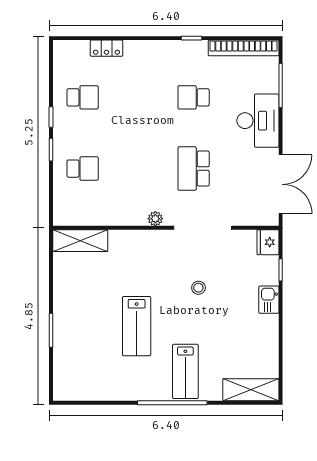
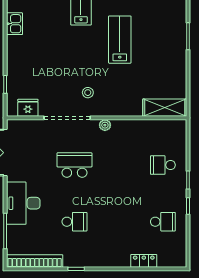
school desk: (83, 97) -> (163, 222), turned 180
school desk: (194, 169) -> (74, 165), turned -90
fridge: (268, 242) -> (28, 108), moved, turned -90
stool: (198, 288) -> (88, 93), moved
kitchen sink: (269, 300) -> (15, 24), moved

